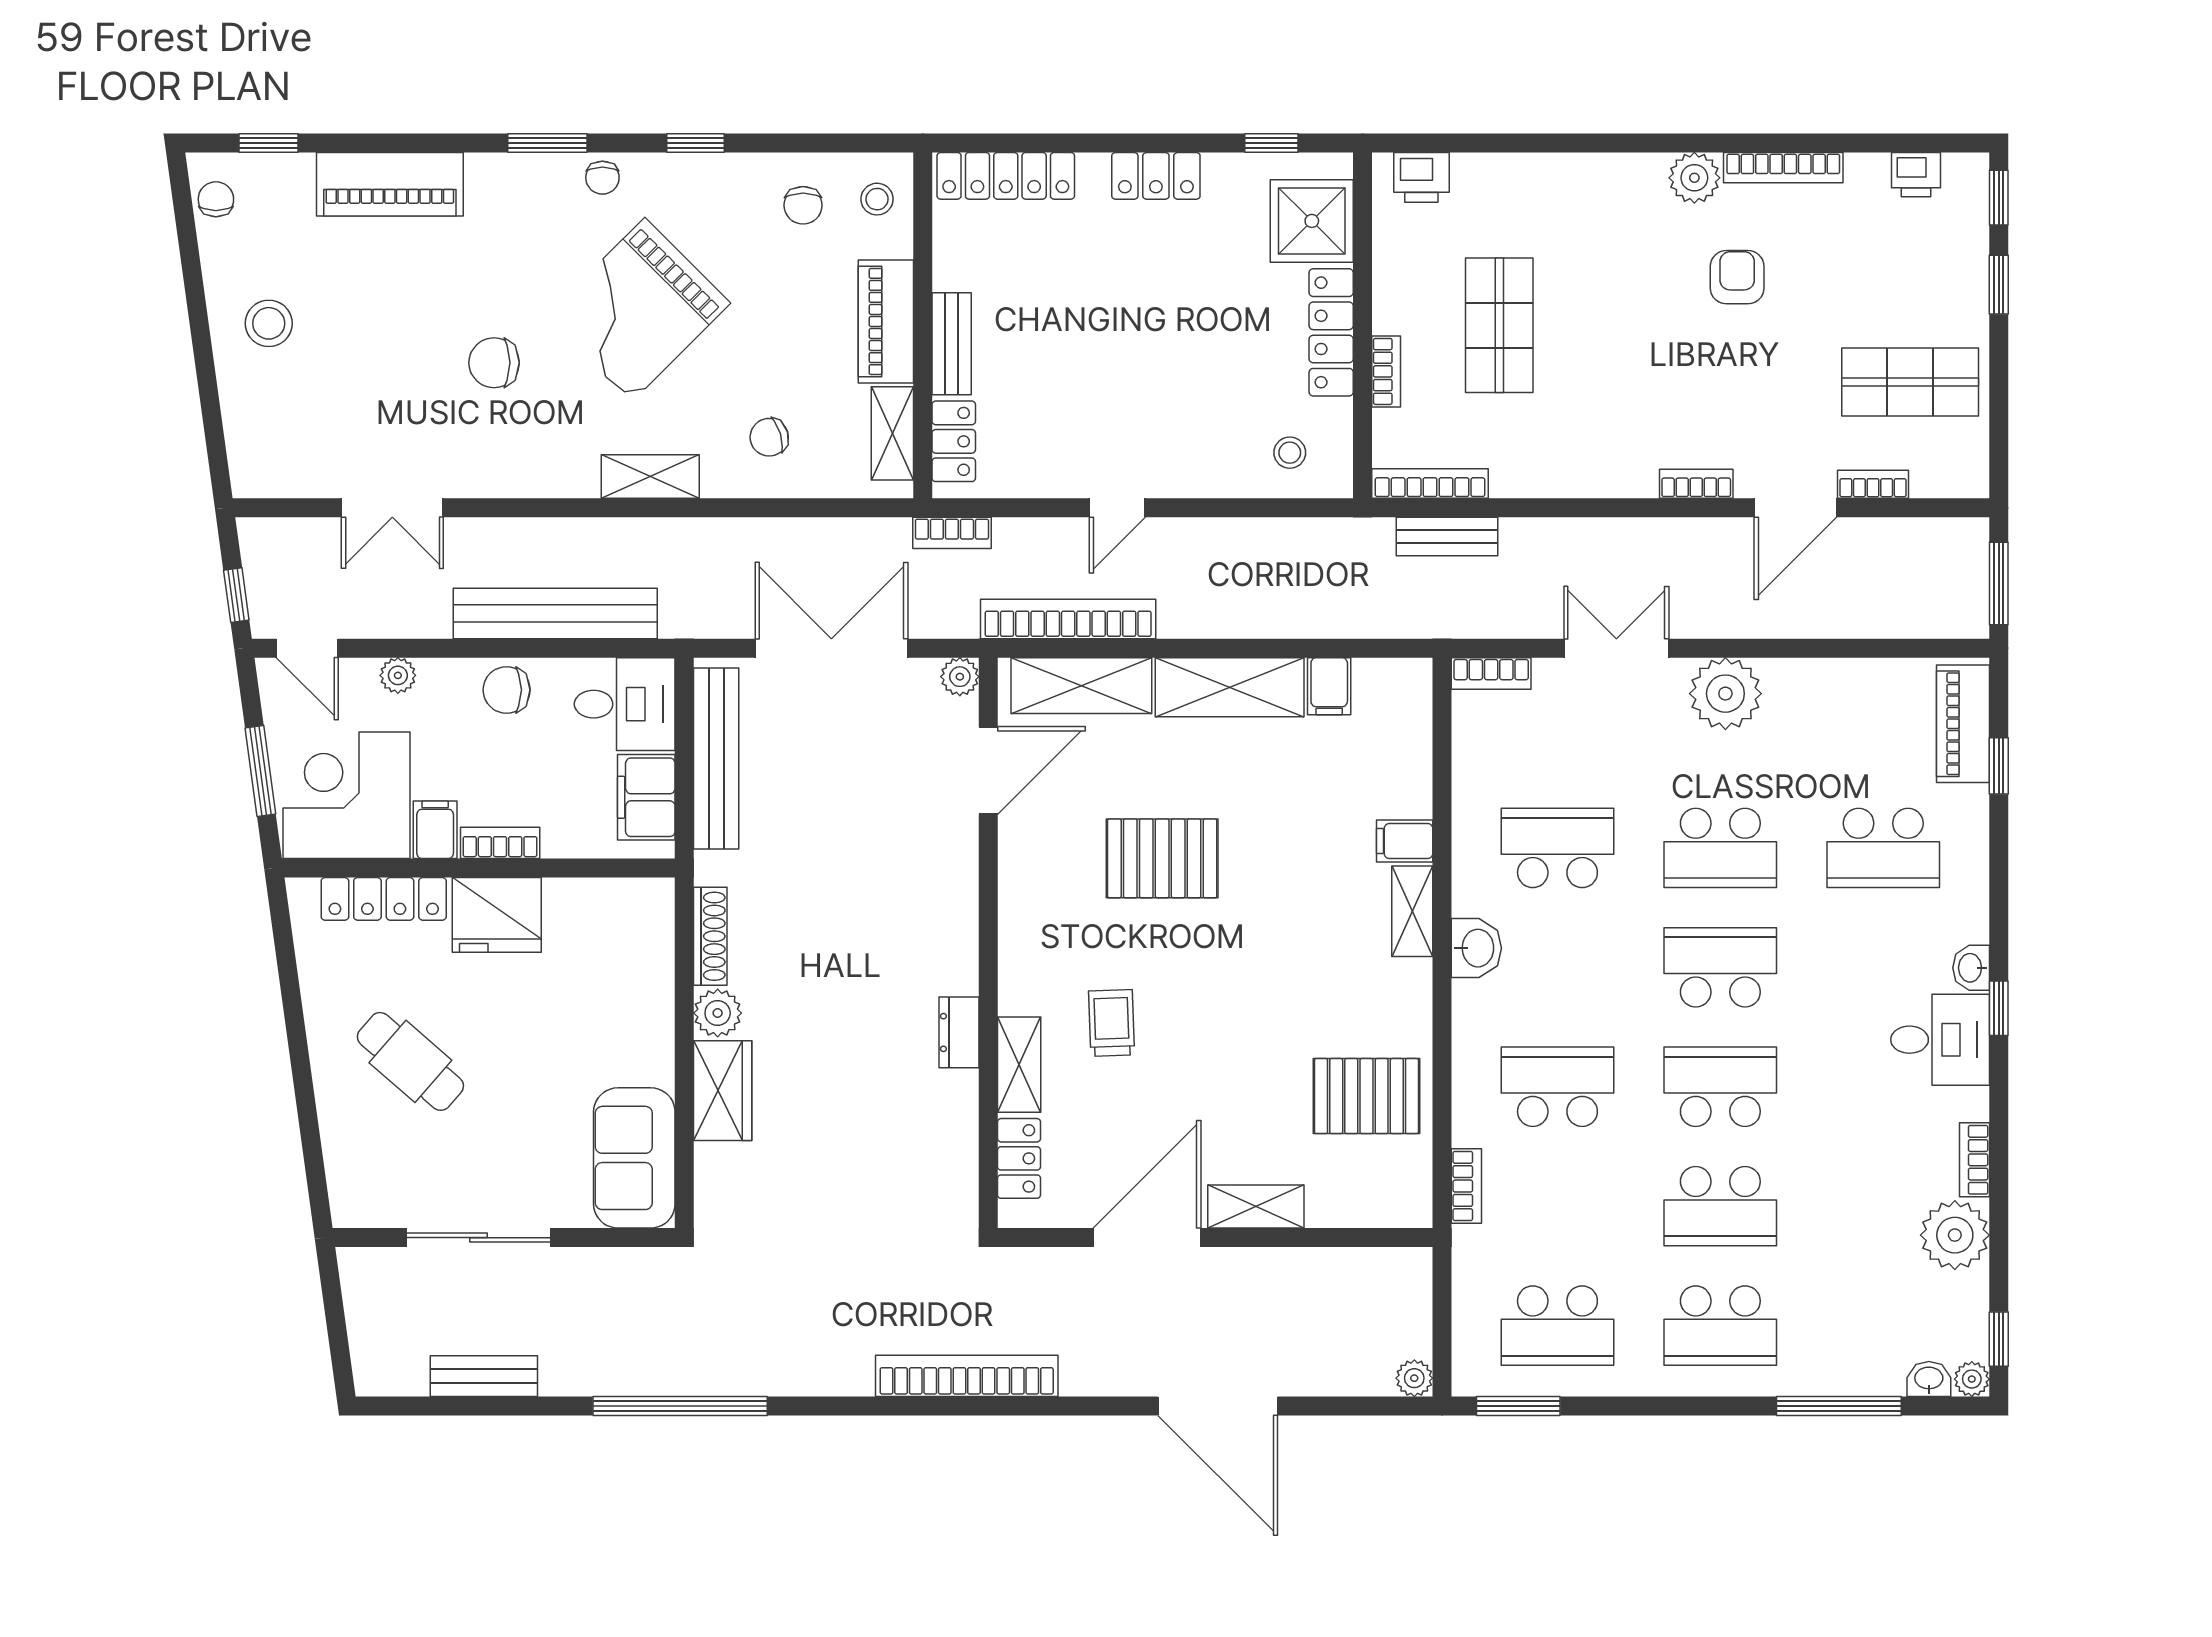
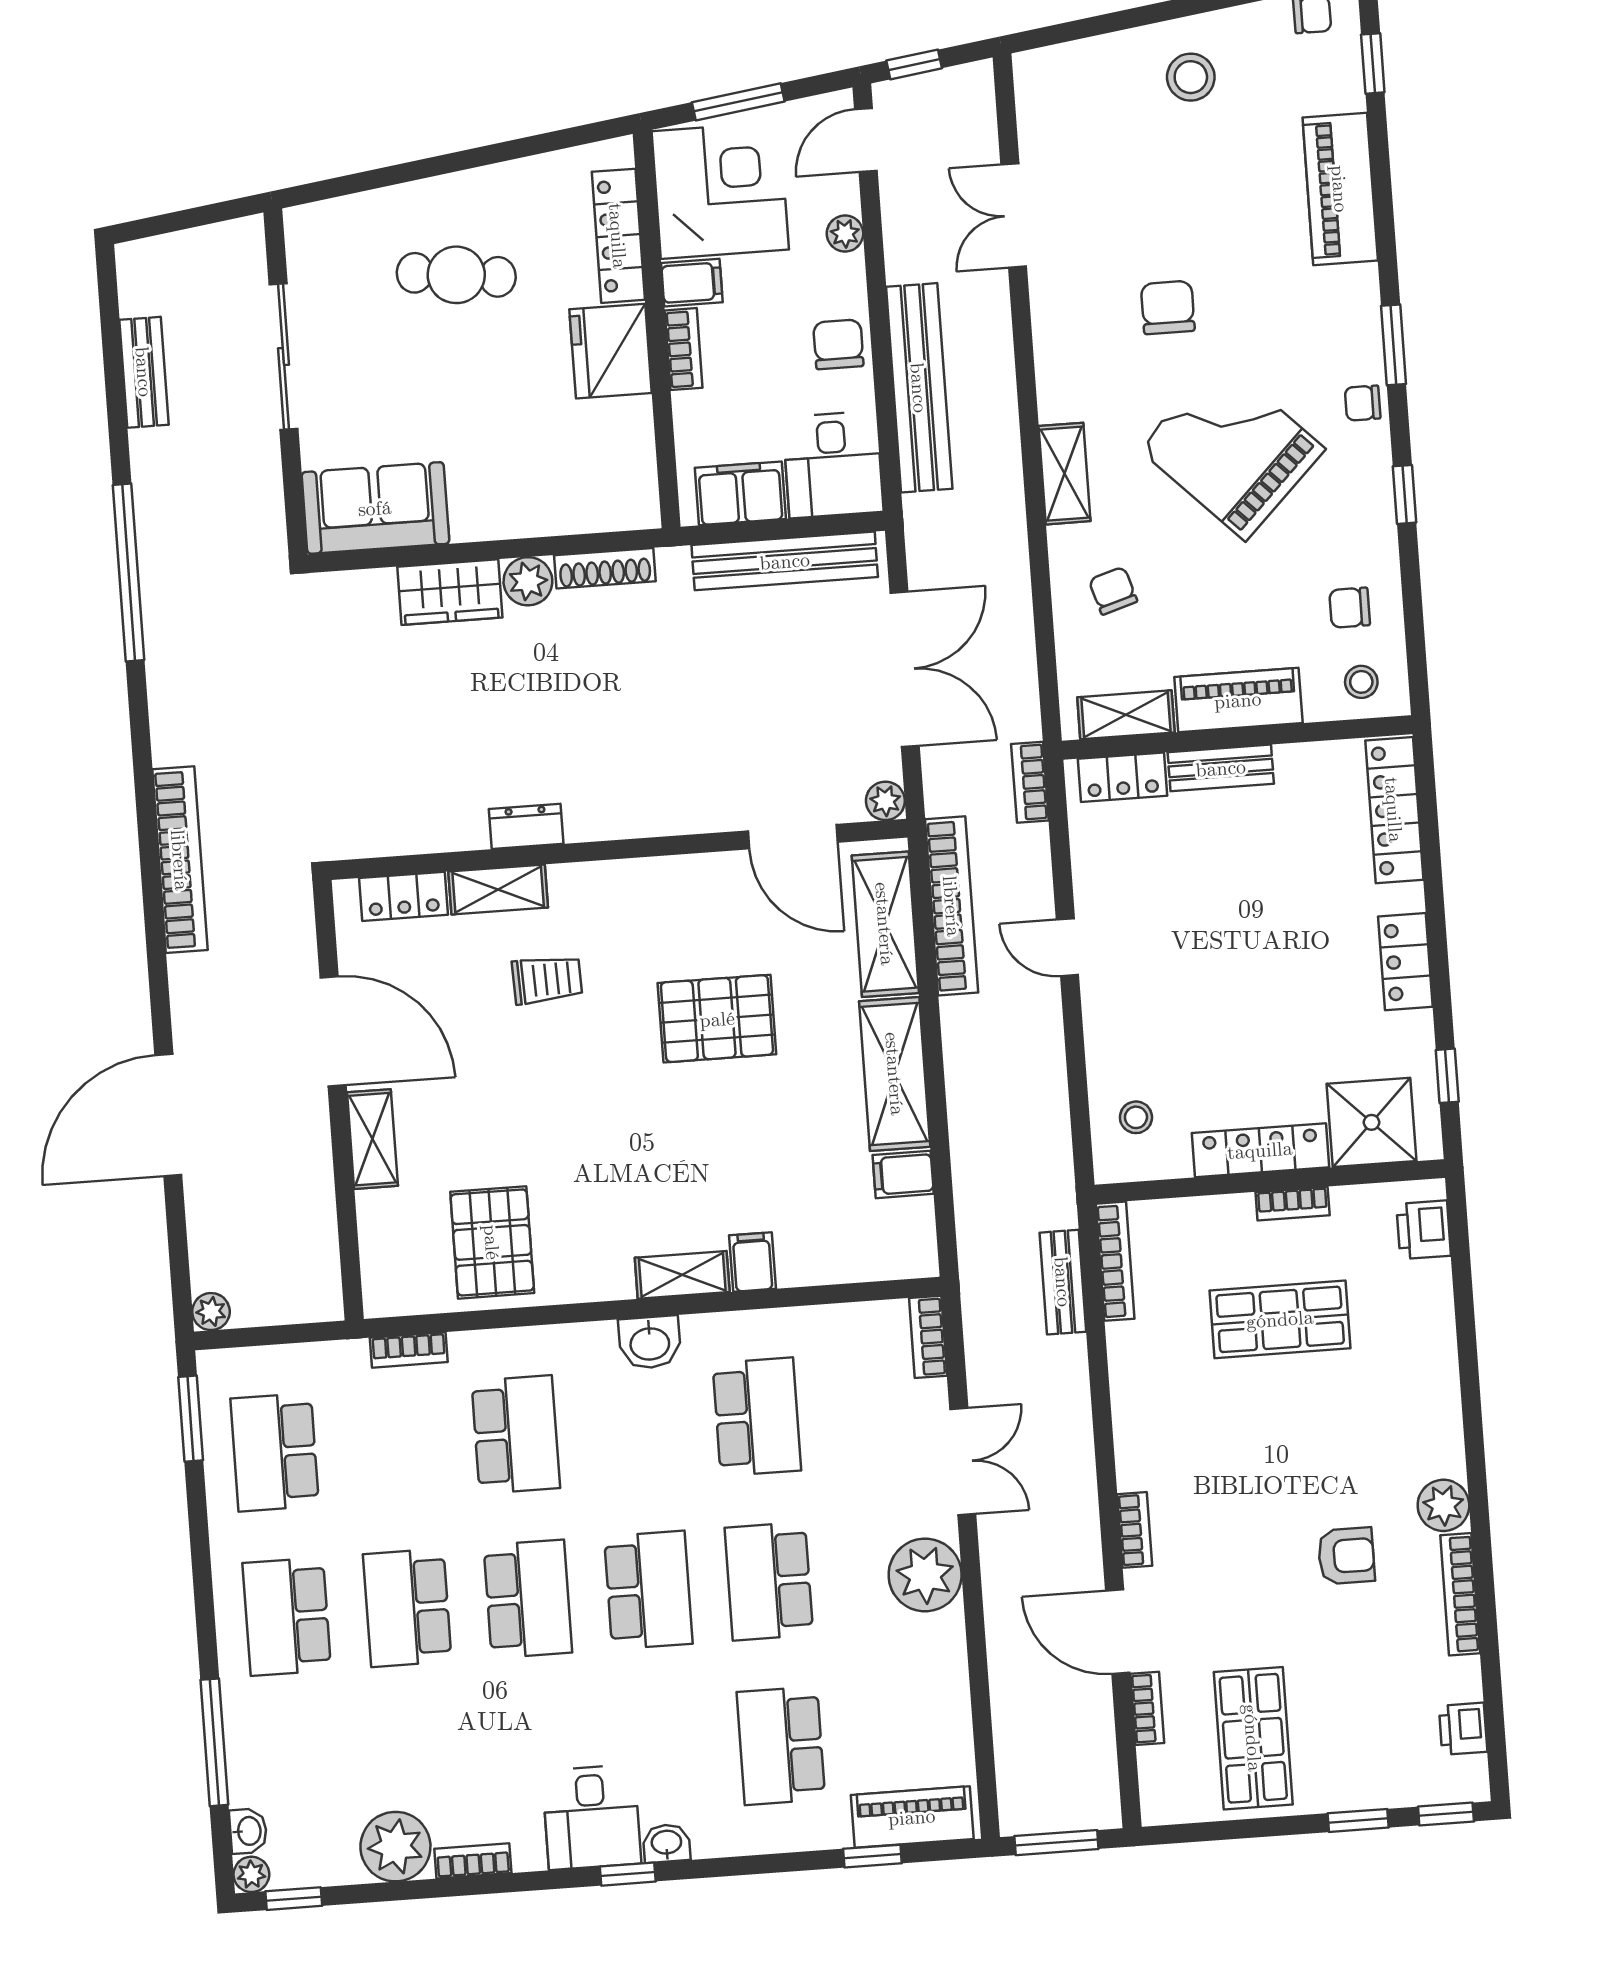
bookcase: (1386, 371) -> (1293, 1204), moved
pallet: (1162, 858) -> (717, 1019), turned 90
cafe table: (410, 1061) -> (456, 275), turned 56

